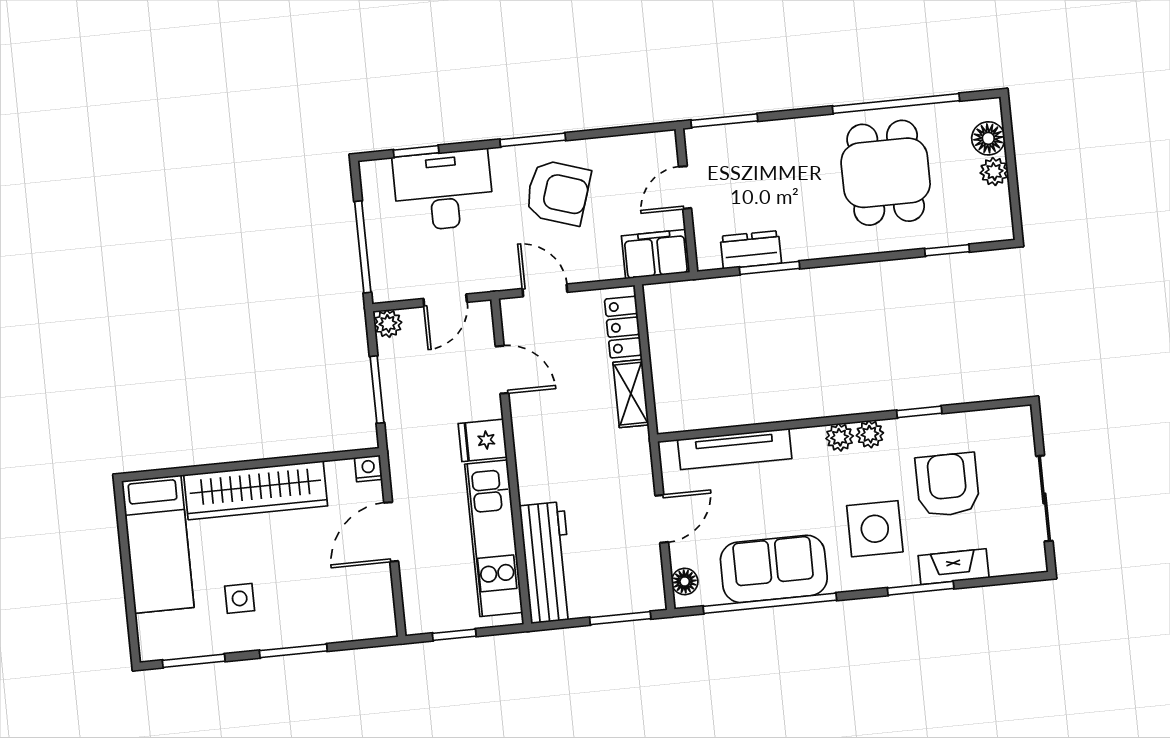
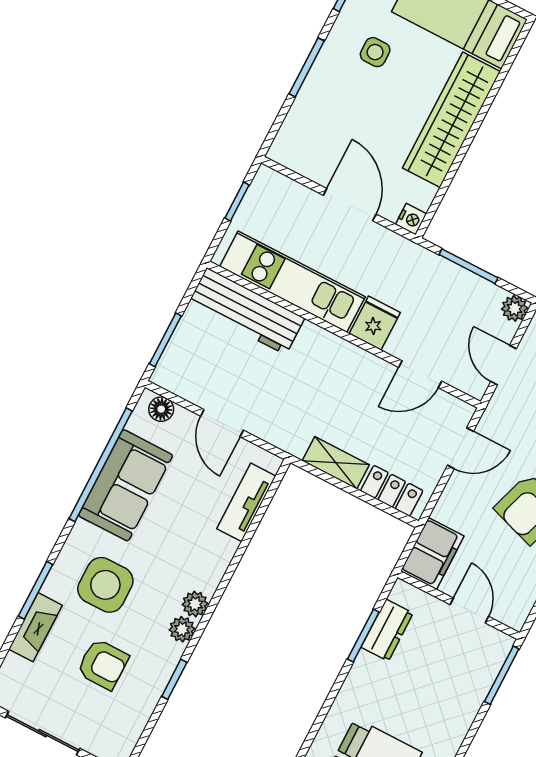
tv unit: (735, 449) -> (246, 502), width x0.71
armchair: (947, 485) -> (103, 664), width x0.72, depth x0.72

